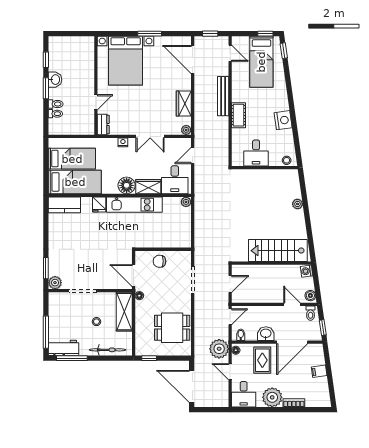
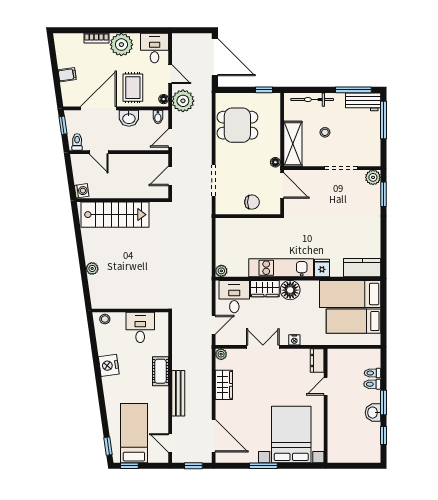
boiler: (310, 296) -> (77, 162), removed

